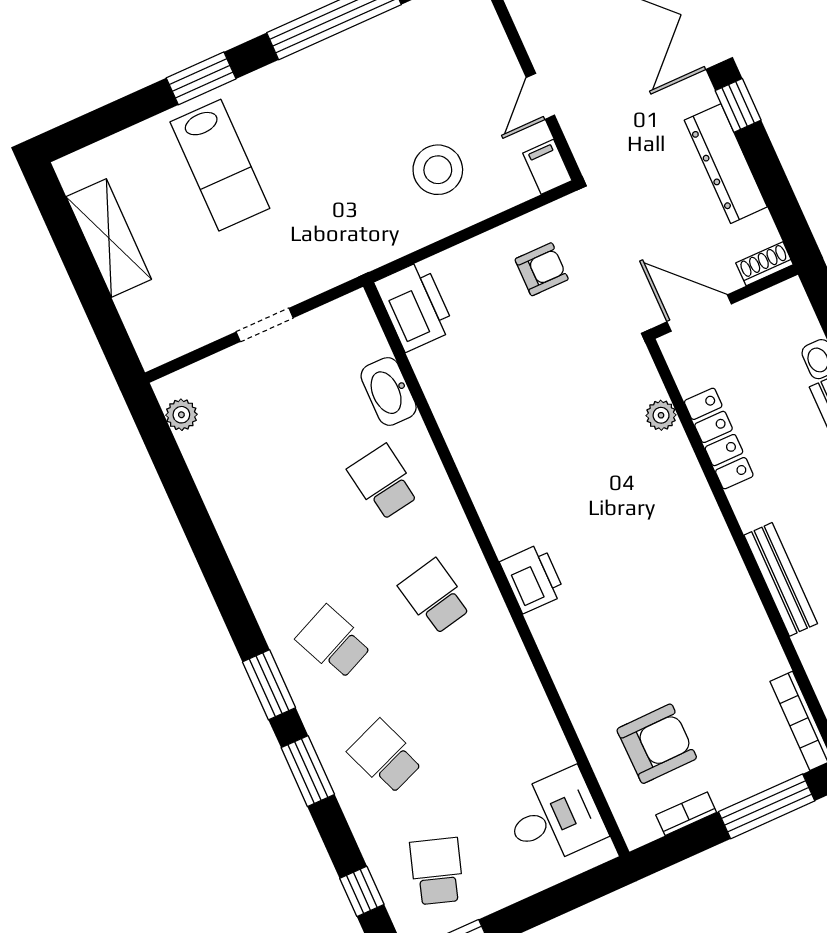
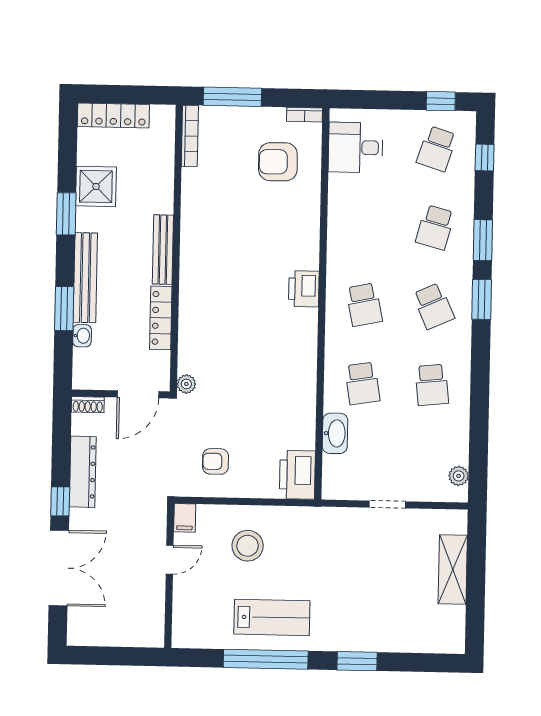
lab bench: (220, 165) -> (272, 617), moved, turned 90
shelving: (109, 238) -> (453, 569), moved
door: (699, 313) -> (138, 394), hinge flipped
plant: (661, 415) -> (186, 384), moved
school desk: (282, 528) -> (432, 385), added
bench: (781, 579) -> (163, 250), moved
school desk: (385, 757) -> (435, 227), turned 36
bookcase: (686, 814) -> (305, 115), moved

